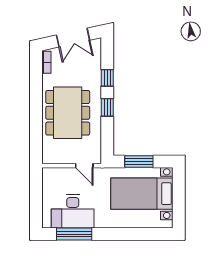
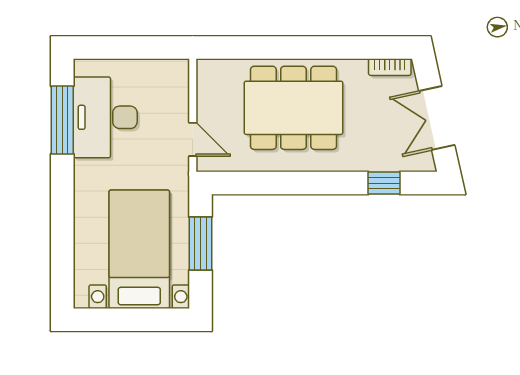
window: (107, 78) -> (384, 183), moved
window: (107, 107) -> (304, 183), removed
door: (84, 166) -> (193, 139), swing flipped

